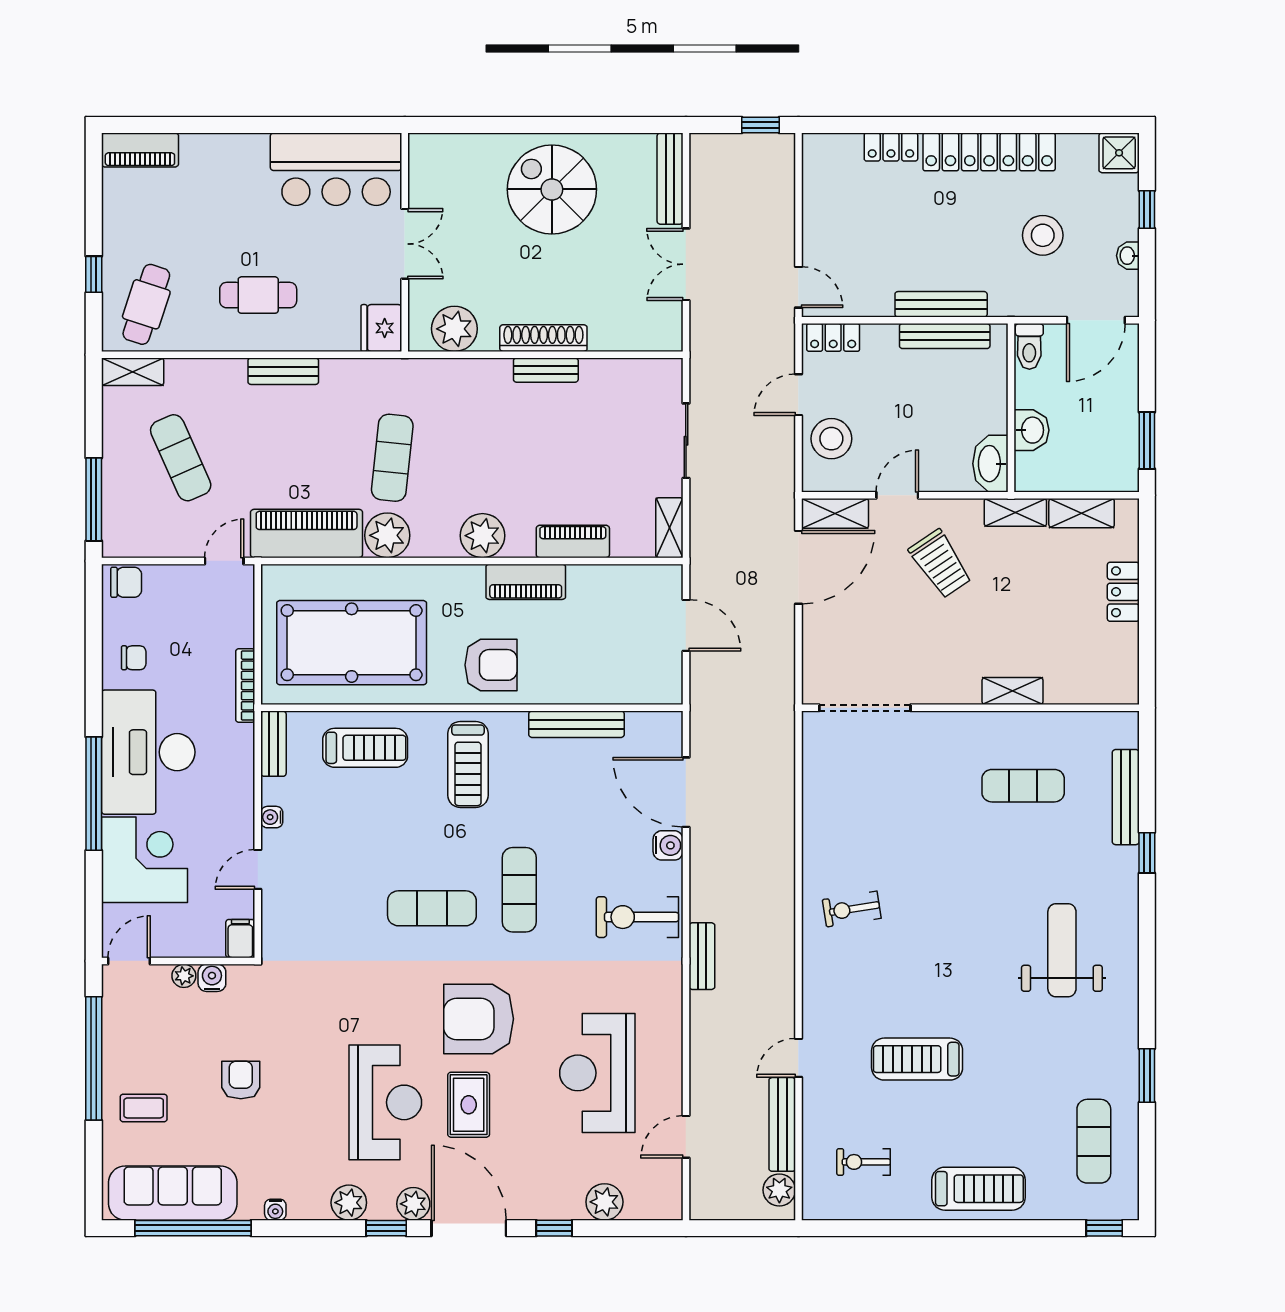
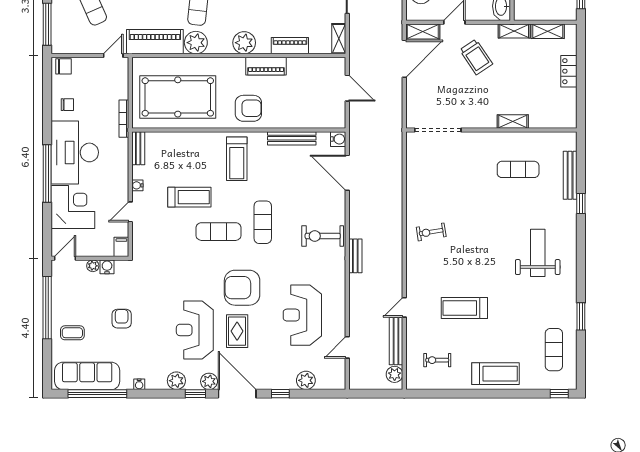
treadmill: (365, 748) -> (189, 197), moved
water cooler: (668, 845) -> (338, 139), moved
reception desk: (385, 1102) -> (195, 330), turned 180

